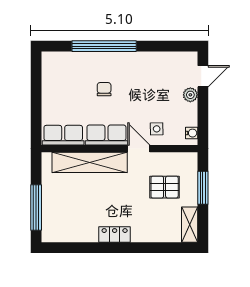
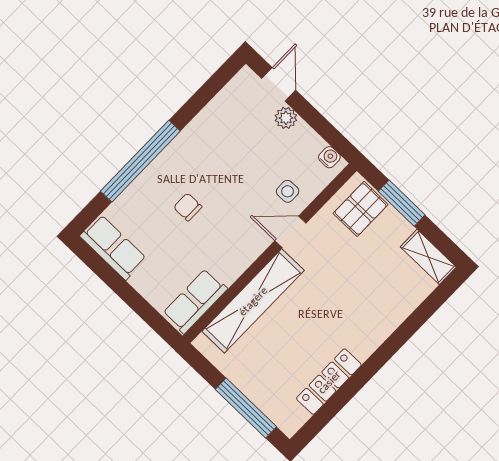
row of seats: (106, 135) -> (113, 247), moved, turned 90
pallet: (165, 187) -> (361, 209), moved
locker: (115, 234) -> (329, 382), moved, width x1.53

